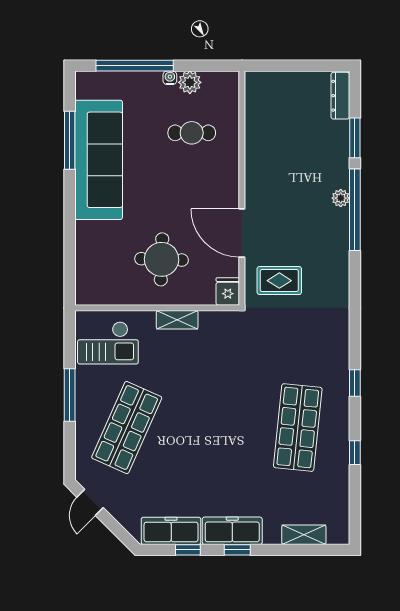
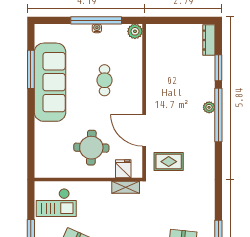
window: (135, 66) -> (96, 20), moved
plant: (190, 82) -> (135, 31), moved
cafe table: (192, 133) -> (104, 80), moved, turned 90
fridge: (228, 291) -> (123, 169), moved
shelving: (177, 320) -> (126, 187), moved

